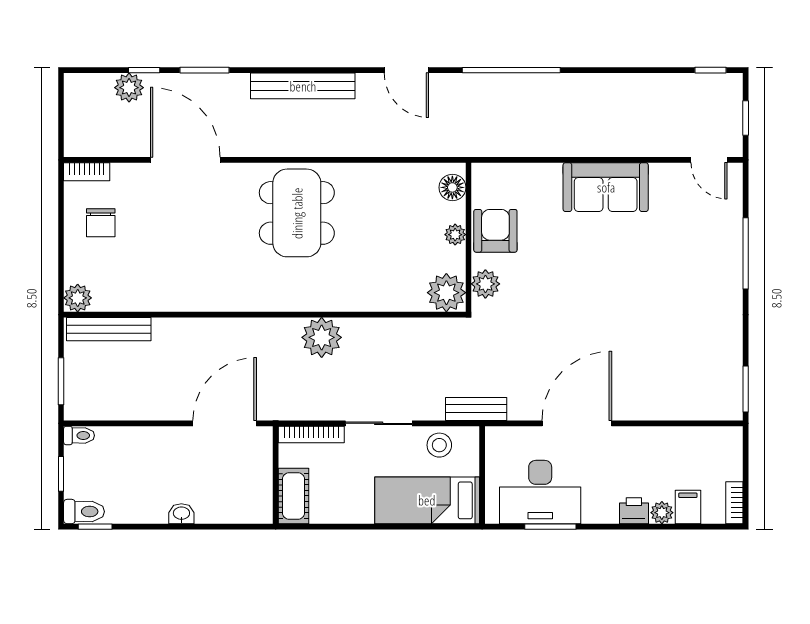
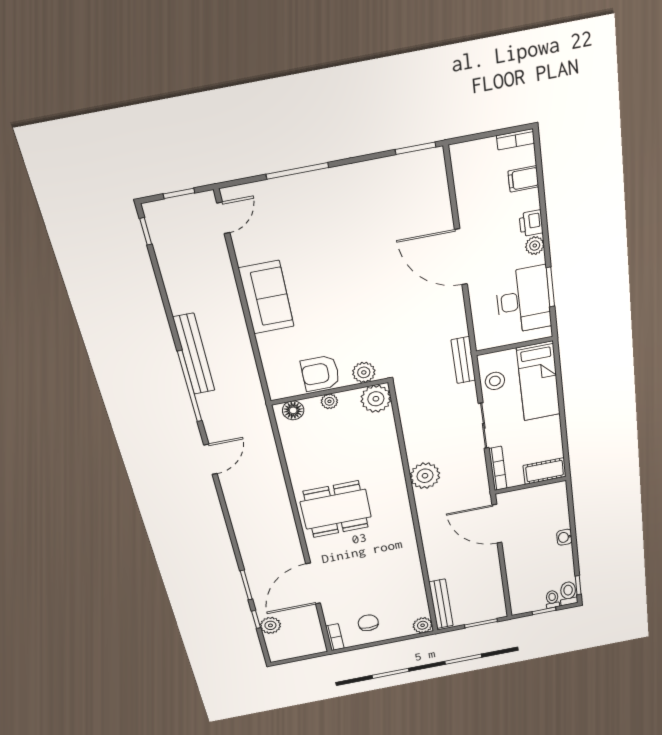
bench: (303, 86) -> (194, 354), moved
chair: (101, 223) -> (368, 623), turned -90
door: (577, 423) -> (461, 257), moved
toilet: (79, 435) -> (552, 599), moved
plant: (662, 513) -> (535, 246), moved

